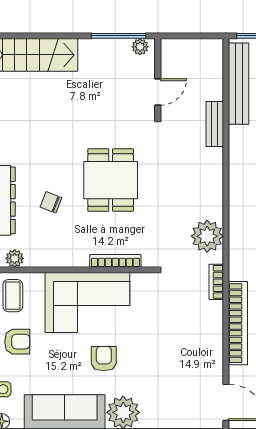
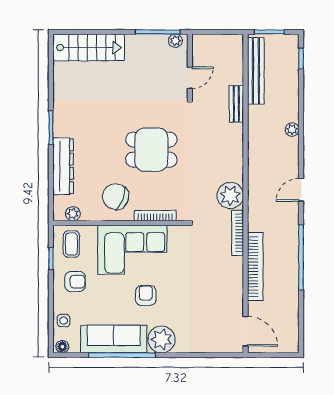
dining table: (111, 180) -> (151, 150), turned 90
chair: (51, 202) -> (116, 197), moved, width x1.87, depth x1.87
bookcase: (216, 282) -> (238, 233), width x1.56

